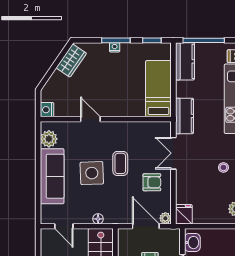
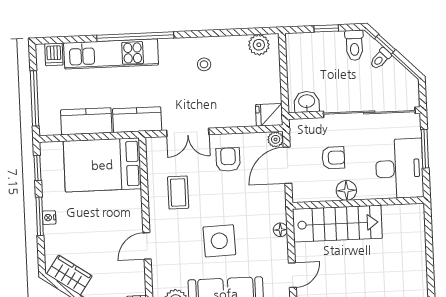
kitchen counter: (185, 61) -> (86, 121), moved
bed: (158, 89) -> (102, 165), width x1.50
coffee table: (120, 163) -> (178, 192), moved, turned 90

